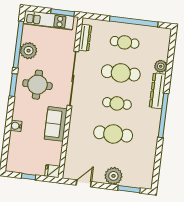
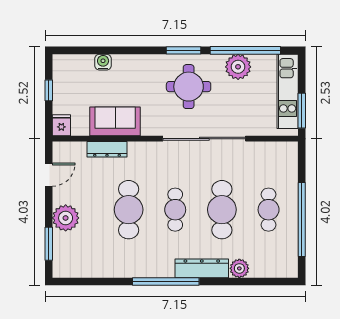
dresser: (85, 38) -> (107, 149), moved
sofa: (56, 124) -> (115, 121), moved
water cooler: (16, 126) -> (103, 62), moved
door: (84, 183) -> (49, 175), hinge flipped

